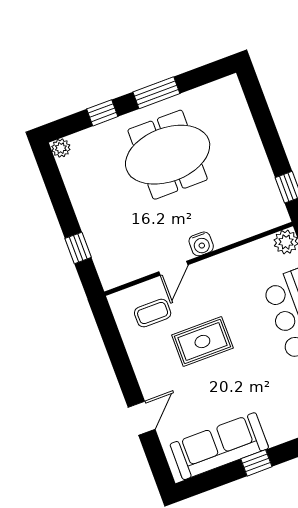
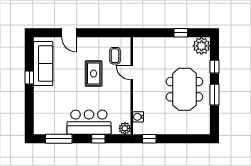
plant: (61, 148) -> (201, 46), width x1.87, depth x1.87
water cooler: (201, 244) -> (138, 117), moved
window: (78, 248) -> (181, 33), moved

